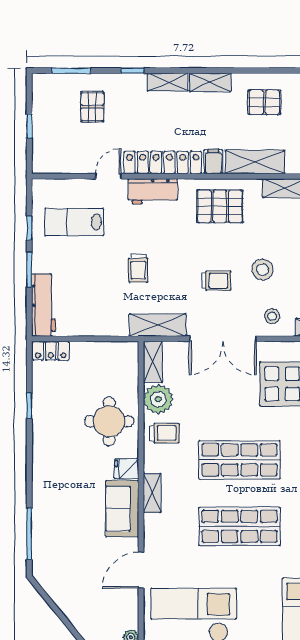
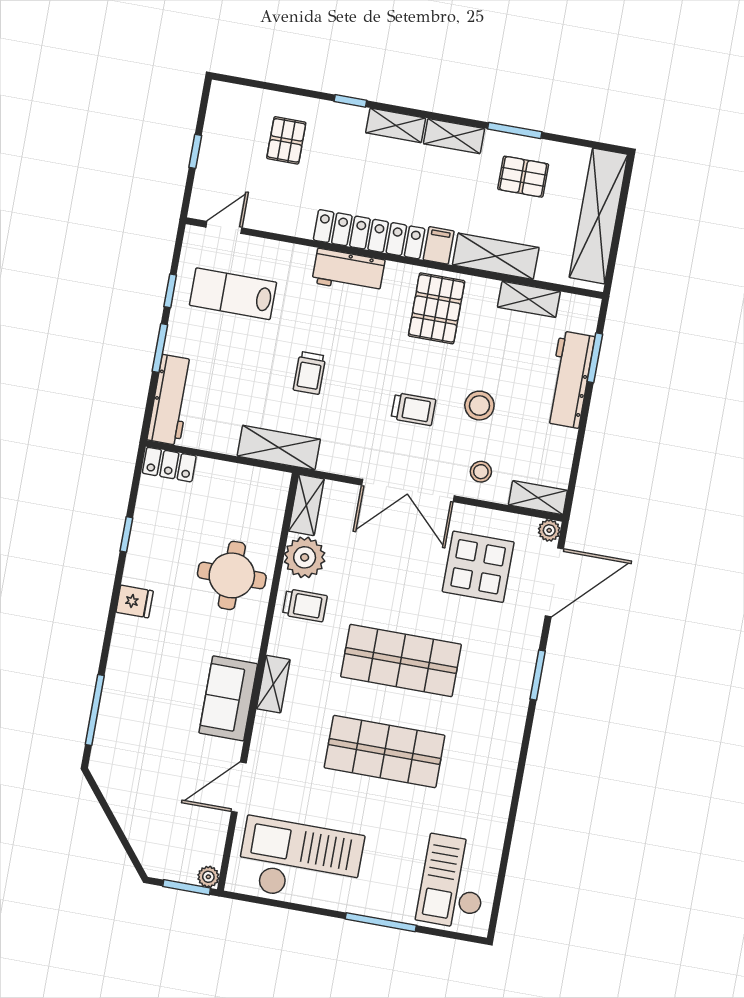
window: (71, 71) -> (515, 130), moved
door: (108, 176) -> (224, 227), moved
pallet: (220, 206) -> (437, 308), turned 90
shelving: (158, 325) -> (279, 448), moved
fridge: (127, 469) -> (135, 602), moved, turned 180

